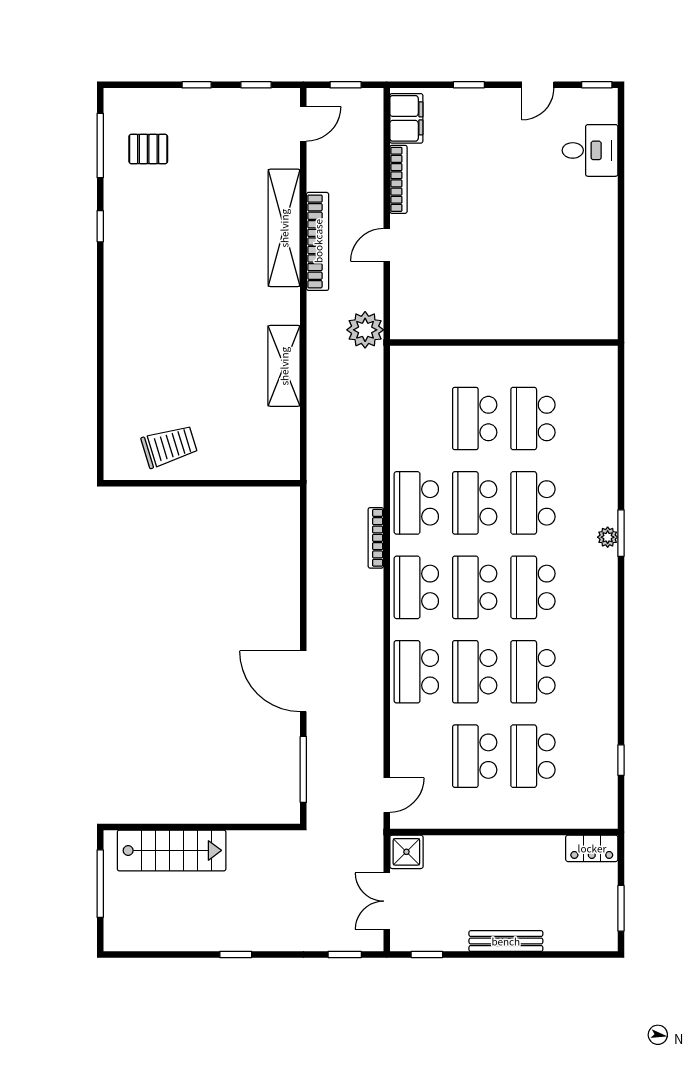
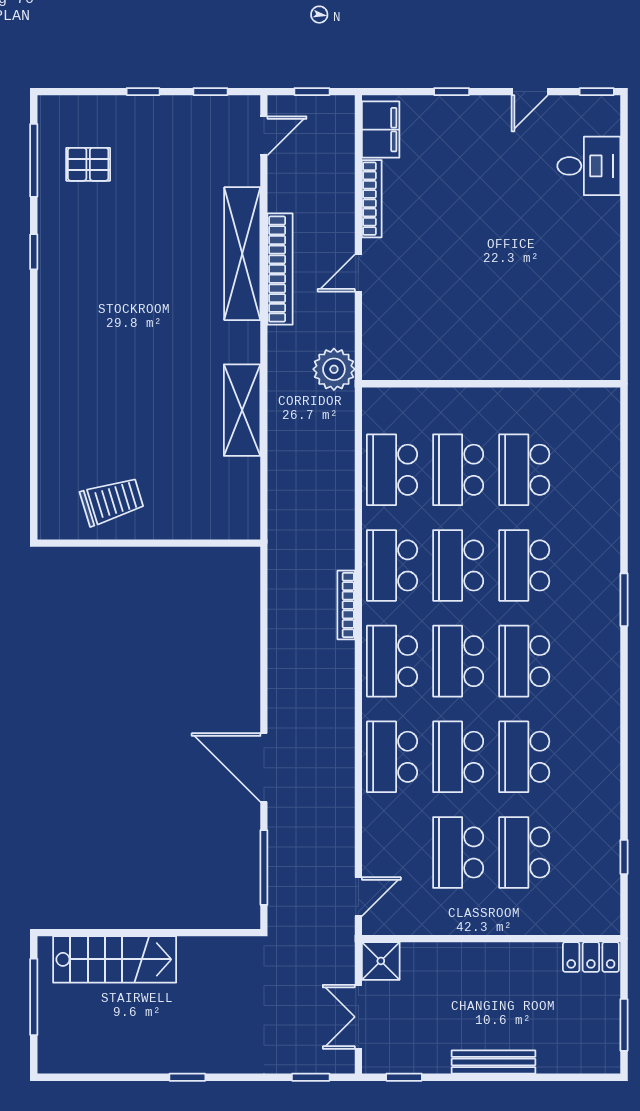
school desk: (416, 419) -> (392, 470), added
plant: (608, 537) -> (609, 604), removed

